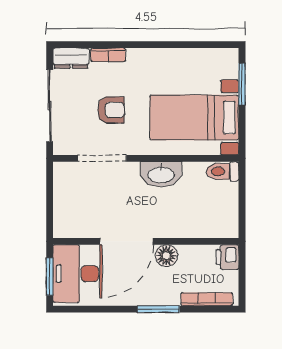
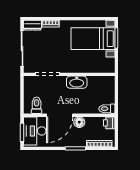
armchair: (111, 110) -> (52, 51), removed
bed with nightstands: (194, 118) -> (93, 39), moved
toilet: (223, 171) -> (107, 109), moved
toilet: (79, 221) -> (37, 105), added

